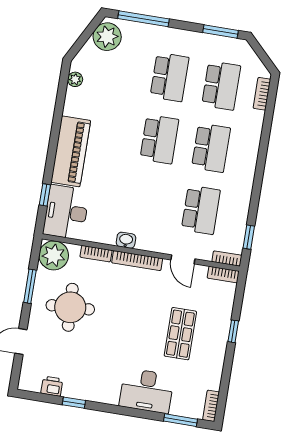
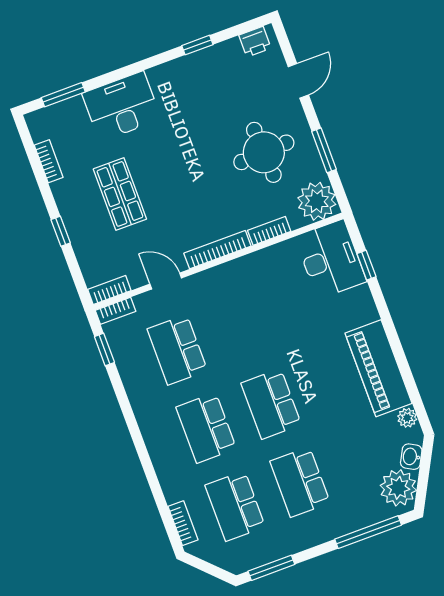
piano: (71, 151) -> (379, 368), moved
washbasin: (126, 240) -> (411, 457), moved, turned 118
printer: (52, 386) -> (255, 42), moved
bookcase: (211, 406) -> (49, 161), moved

